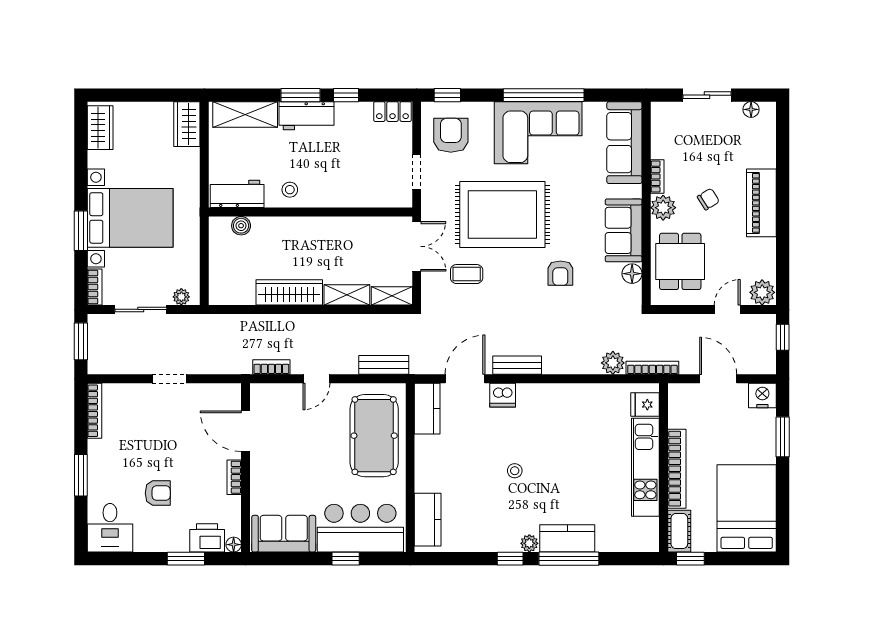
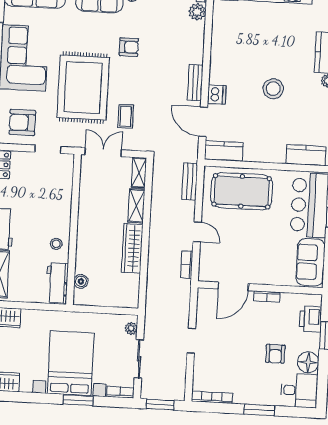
stool: (515, 471) -> (273, 89), width x1.89, depth x1.89
armchair: (158, 493) -> (275, 354), turned 180
floor lamp: (234, 545) -> (308, 362), moved, width x1.89, depth x1.89

